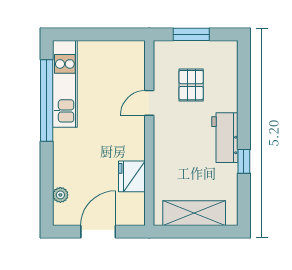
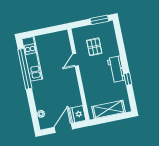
window: (191, 34) -> (99, 20), moved
fridge: (132, 176) -> (78, 114), moved

